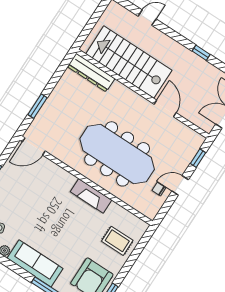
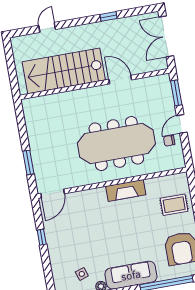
dresser: (91, 73) -> (44, 103), removed
window: (198, 158) -> (176, 93), width x1.50

